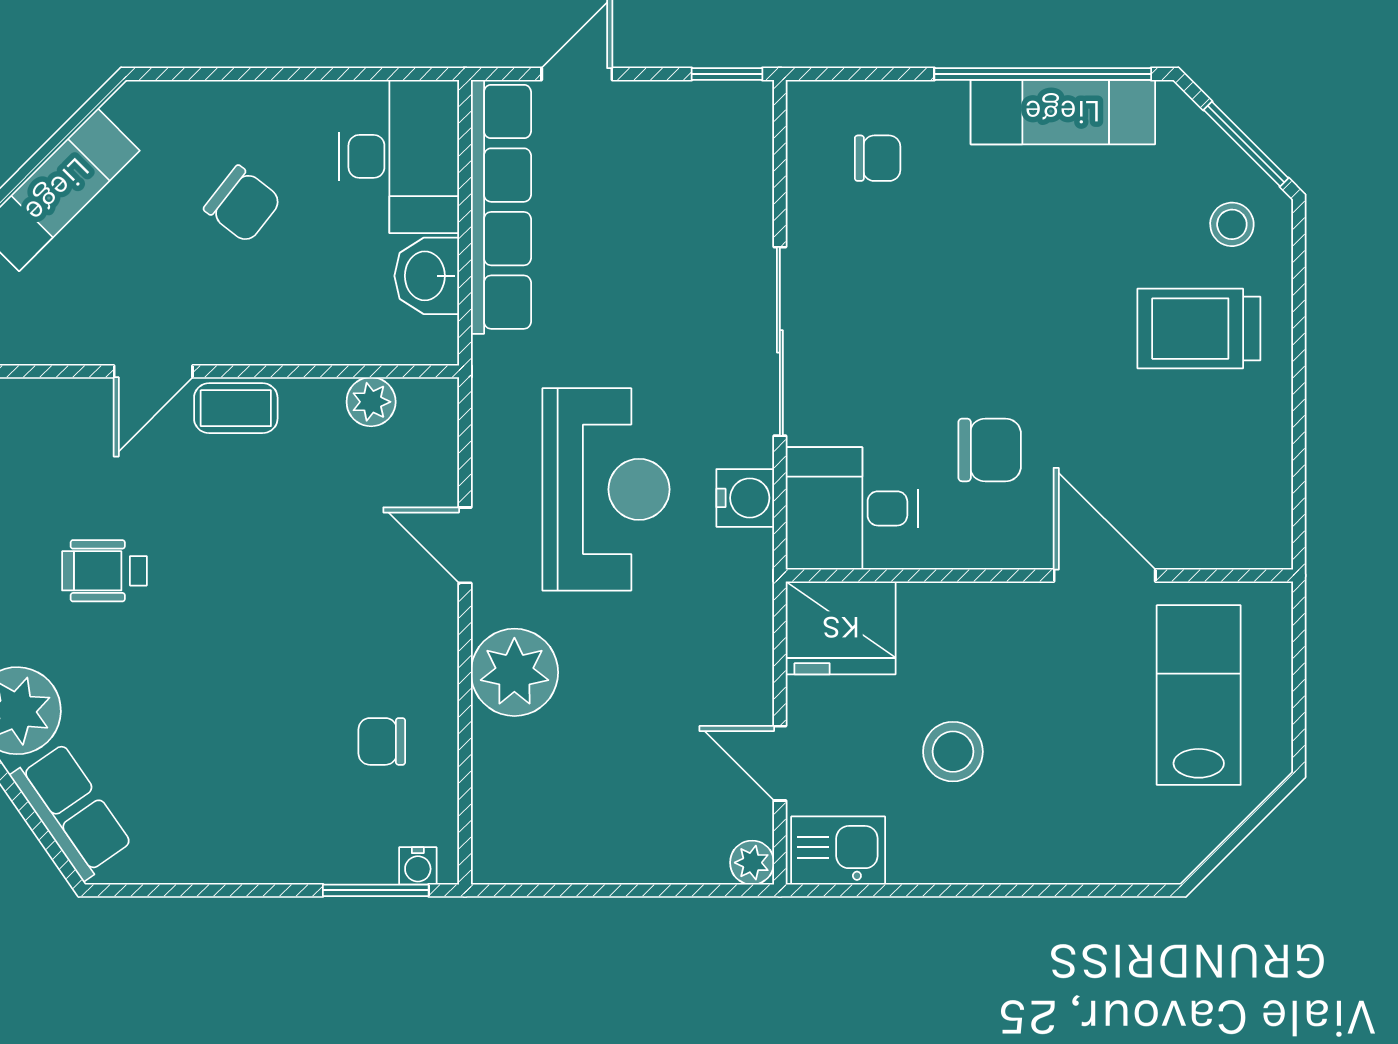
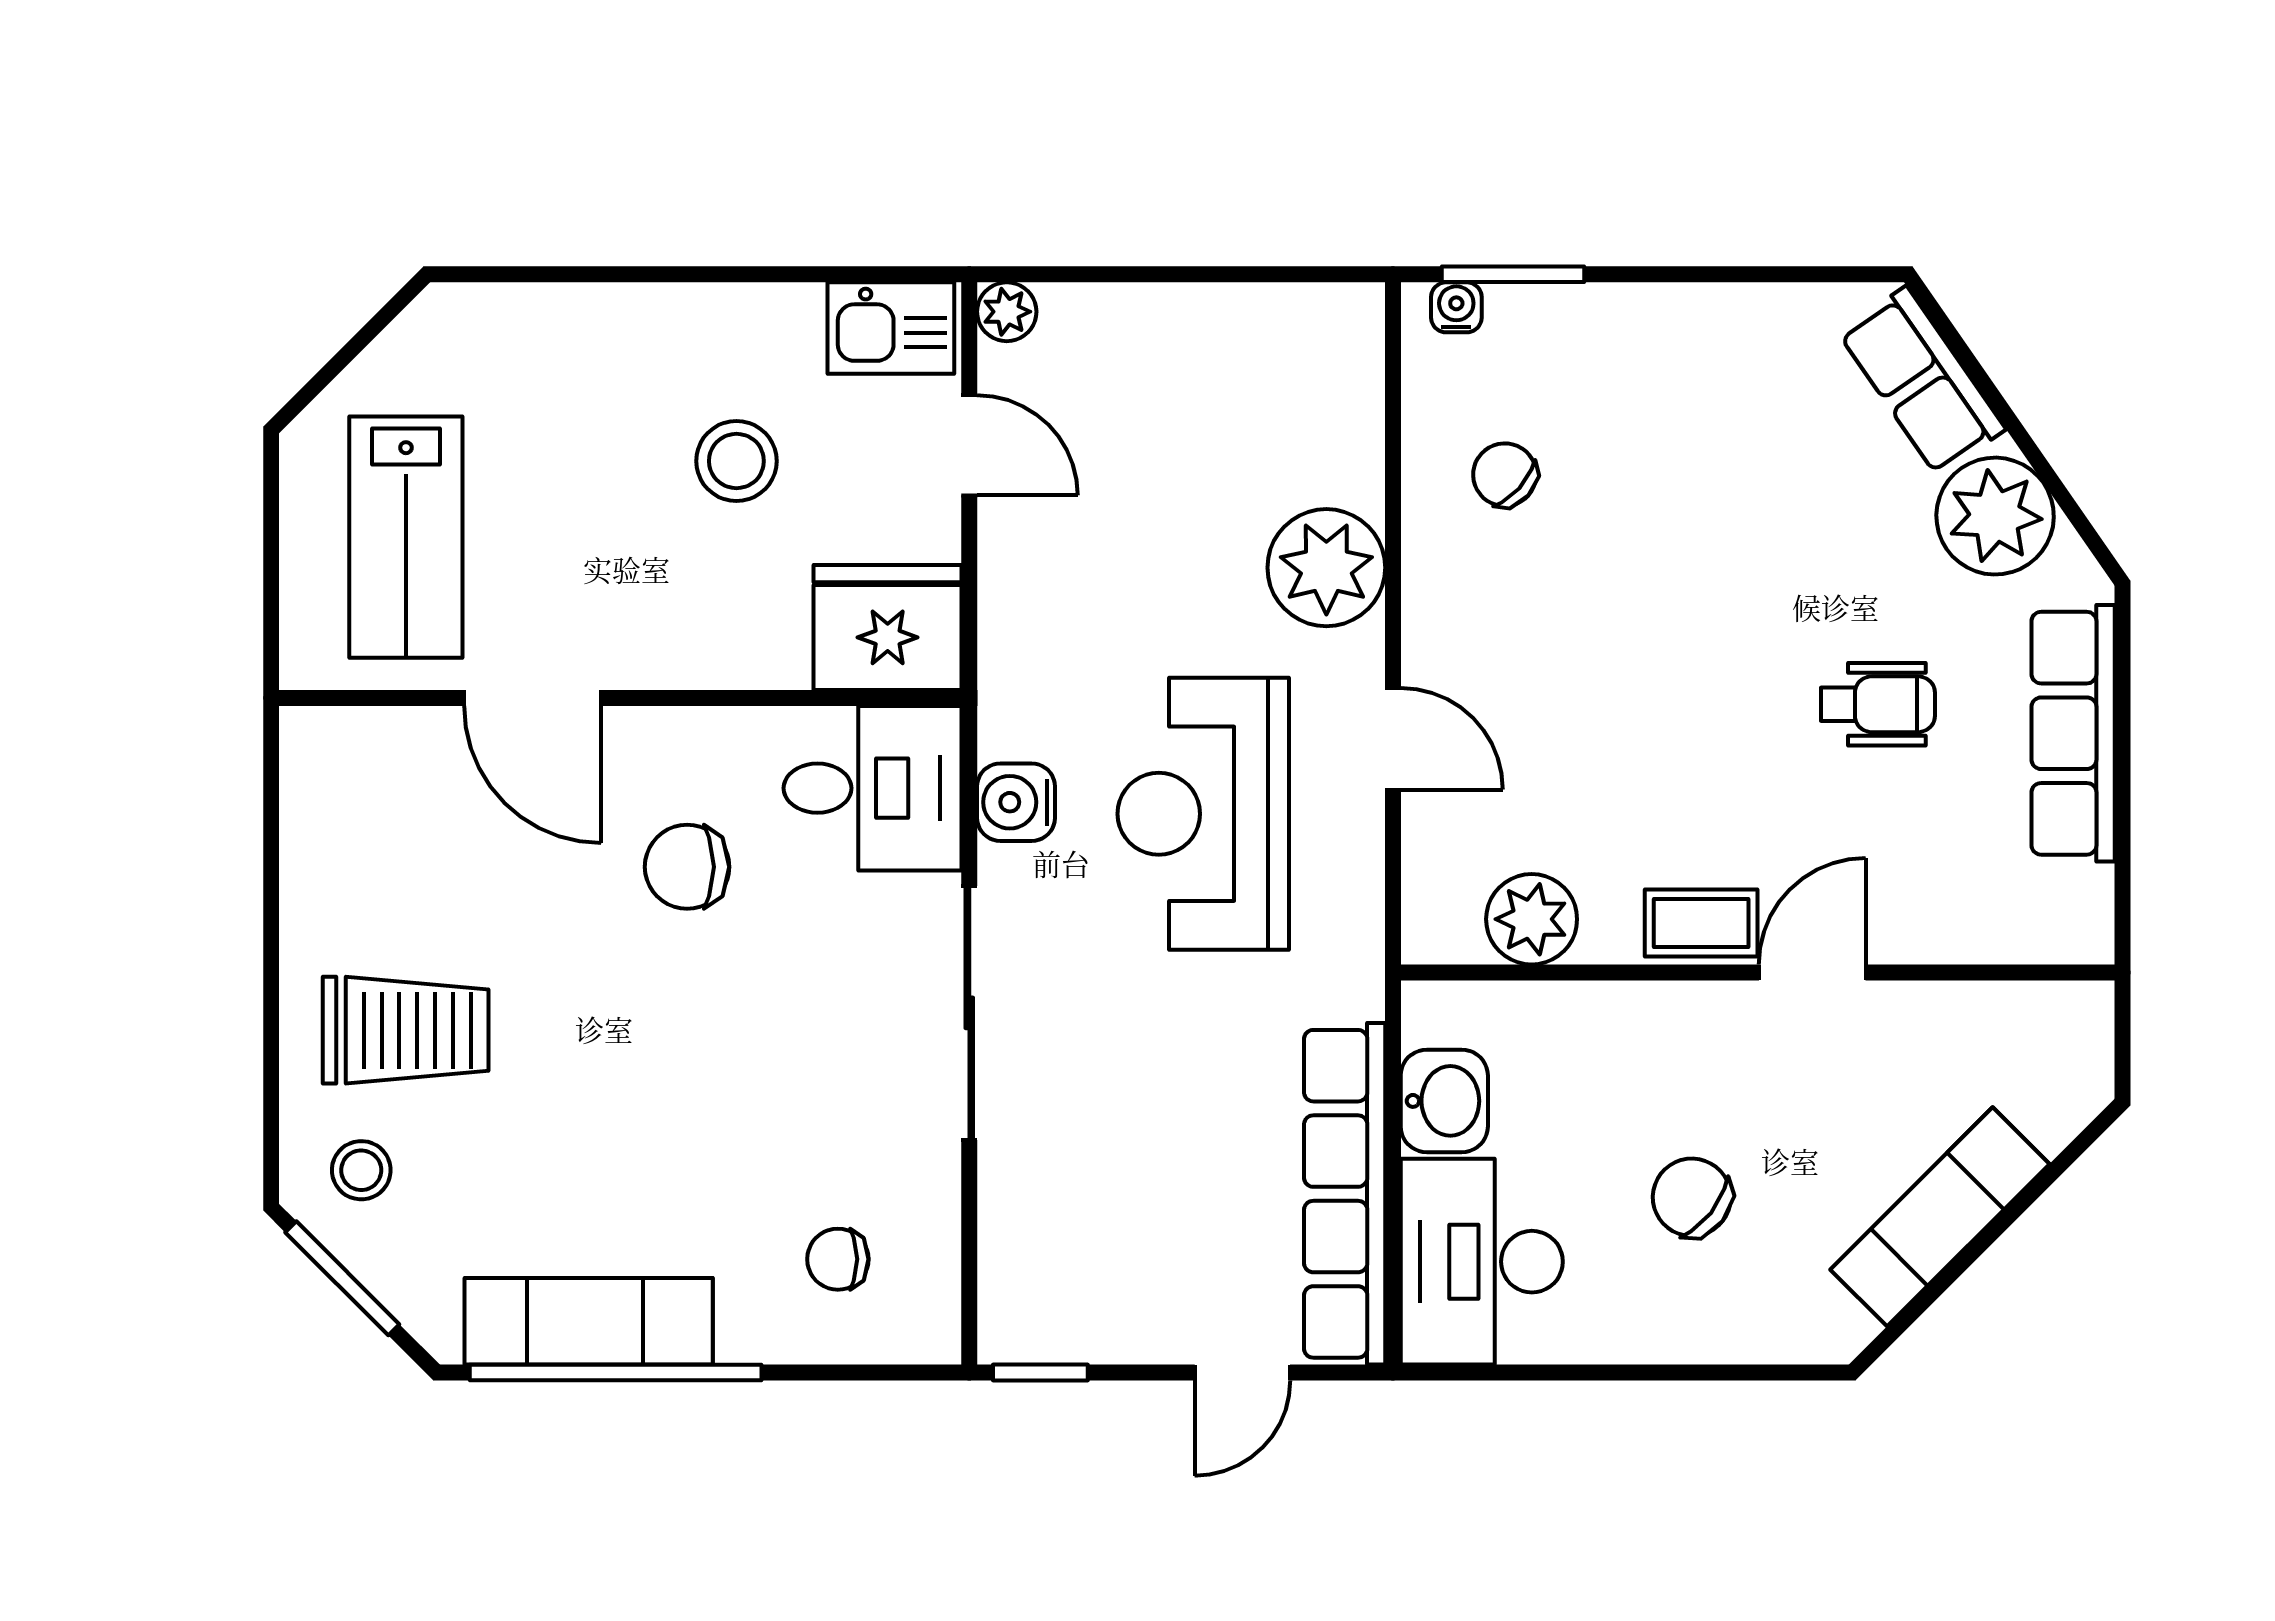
plant: (371, 402) -> (1532, 919), width x1.38, depth x1.38
chair: (382, 741) -> (1505, 475), turned -138

